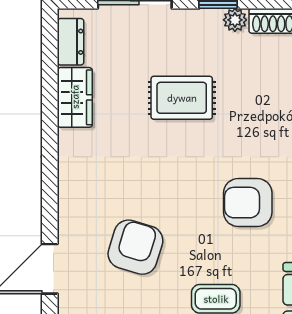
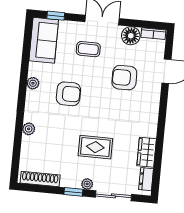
plant: (235, 20) -> (87, 184), moved
armchair: (135, 247) -> (124, 78), turned 73

